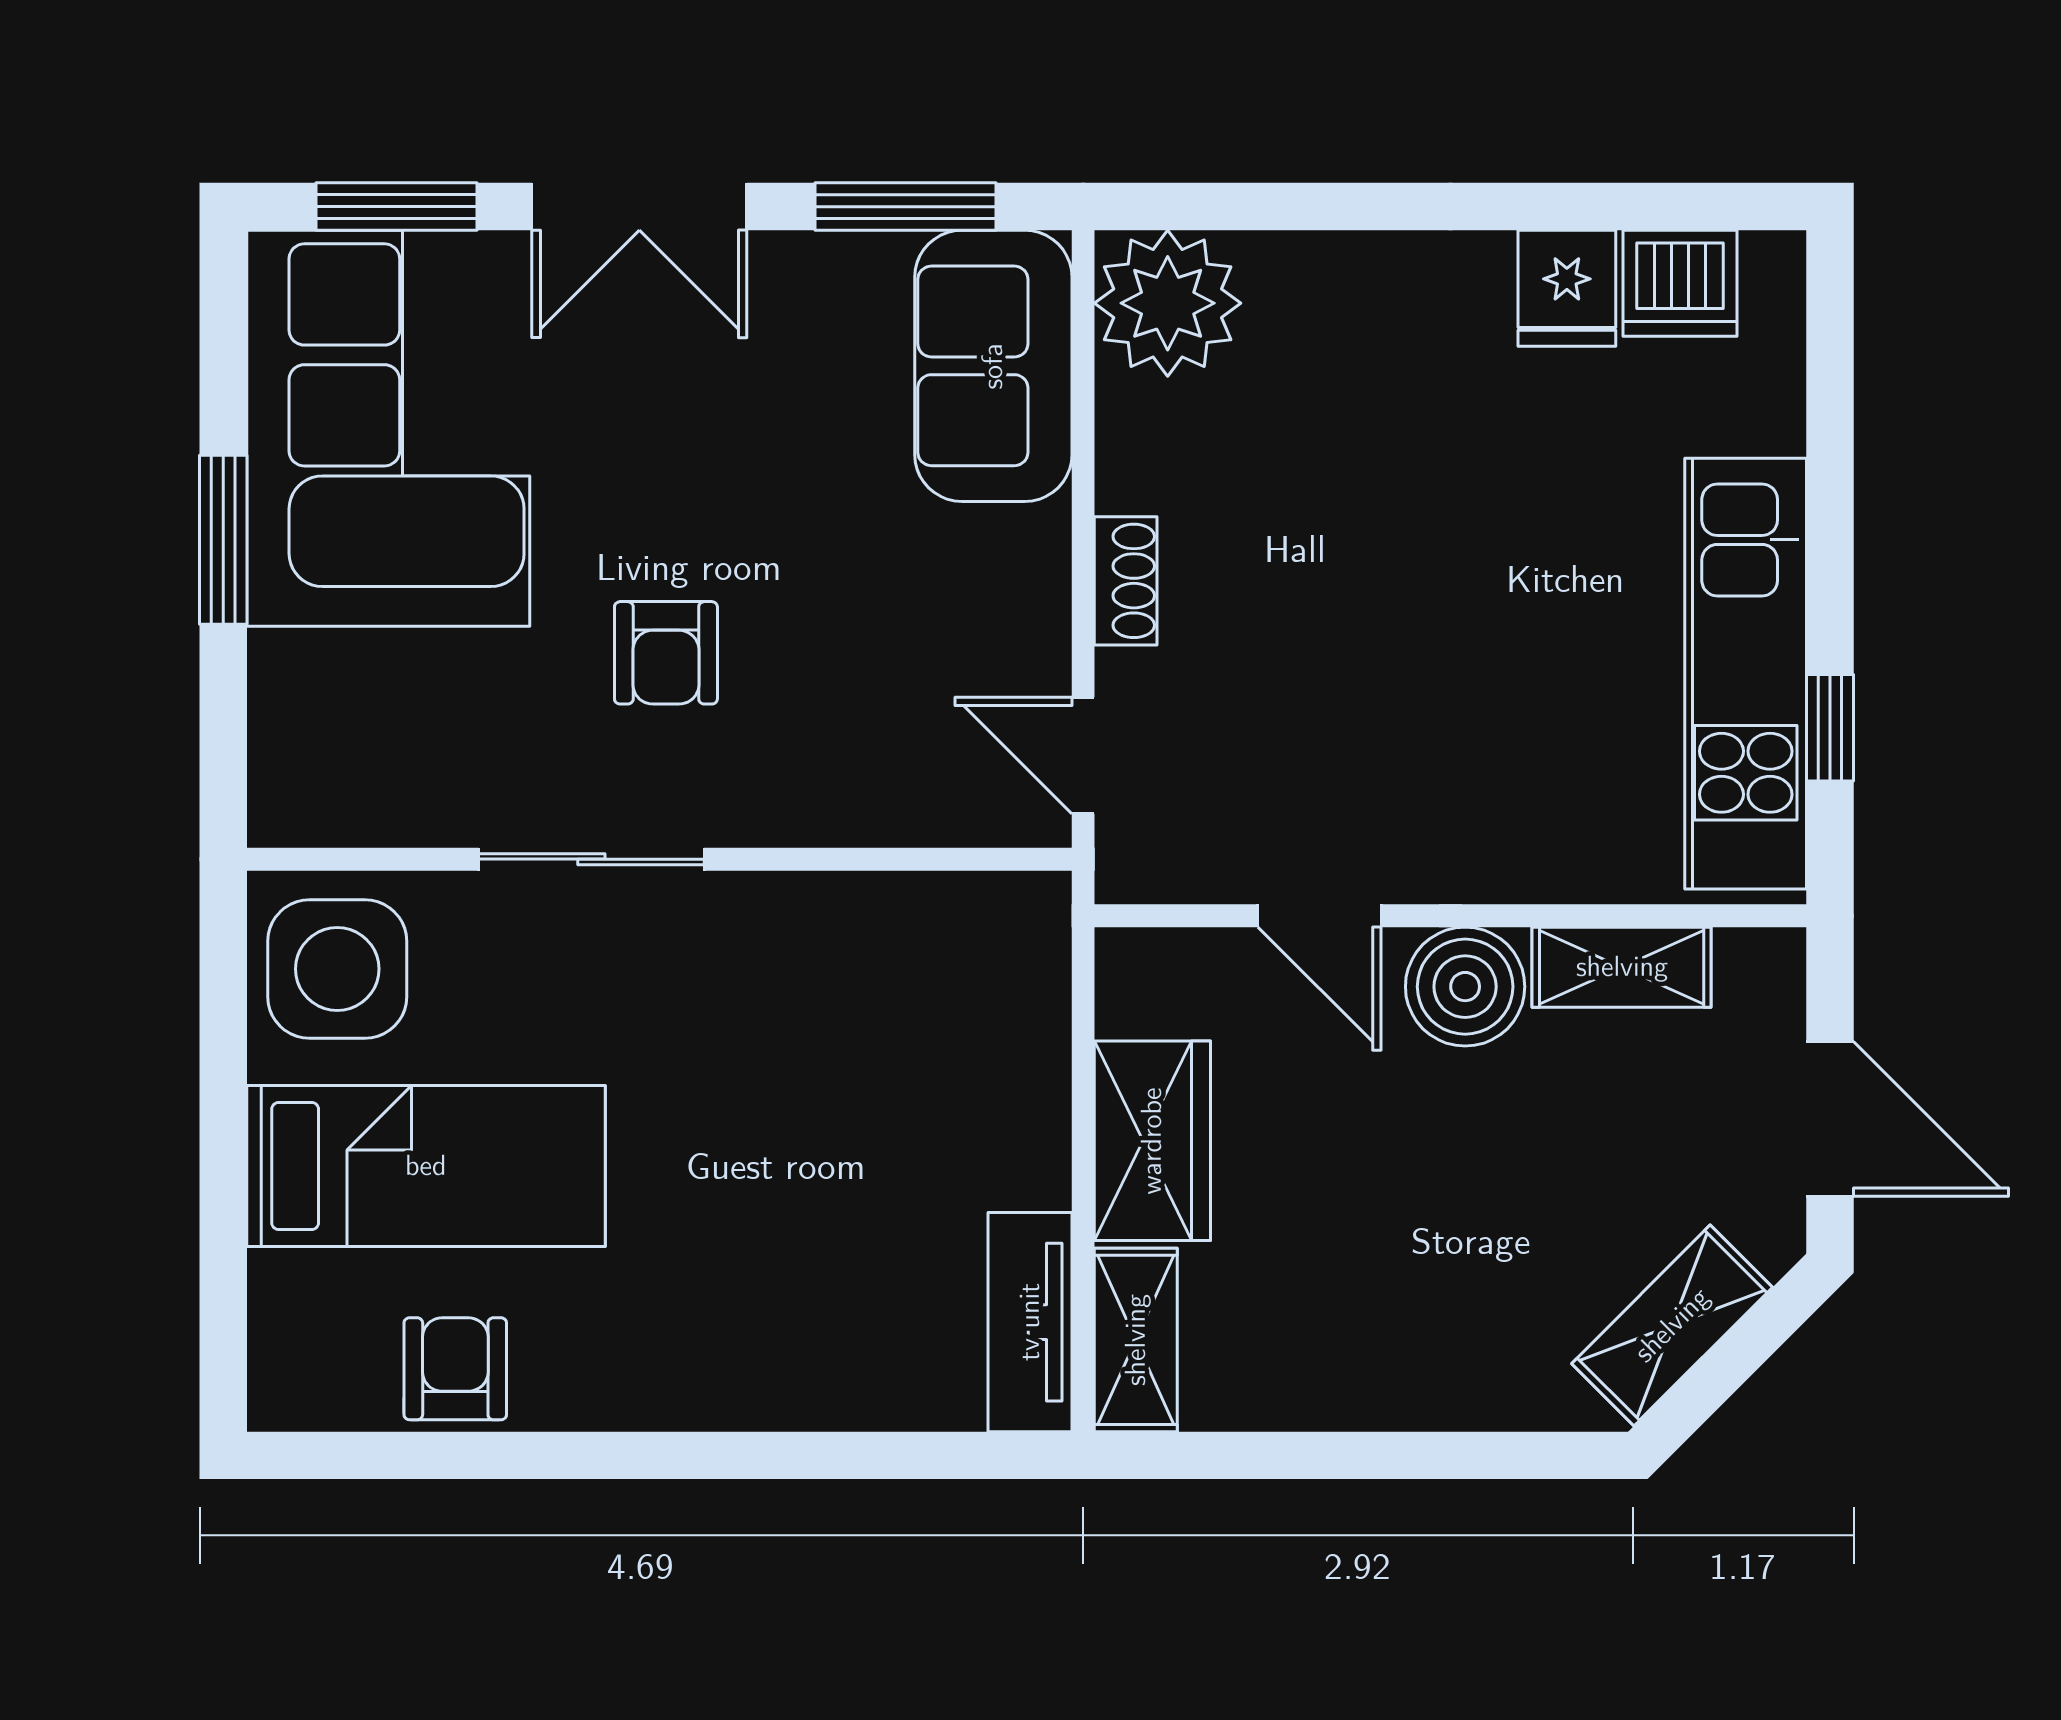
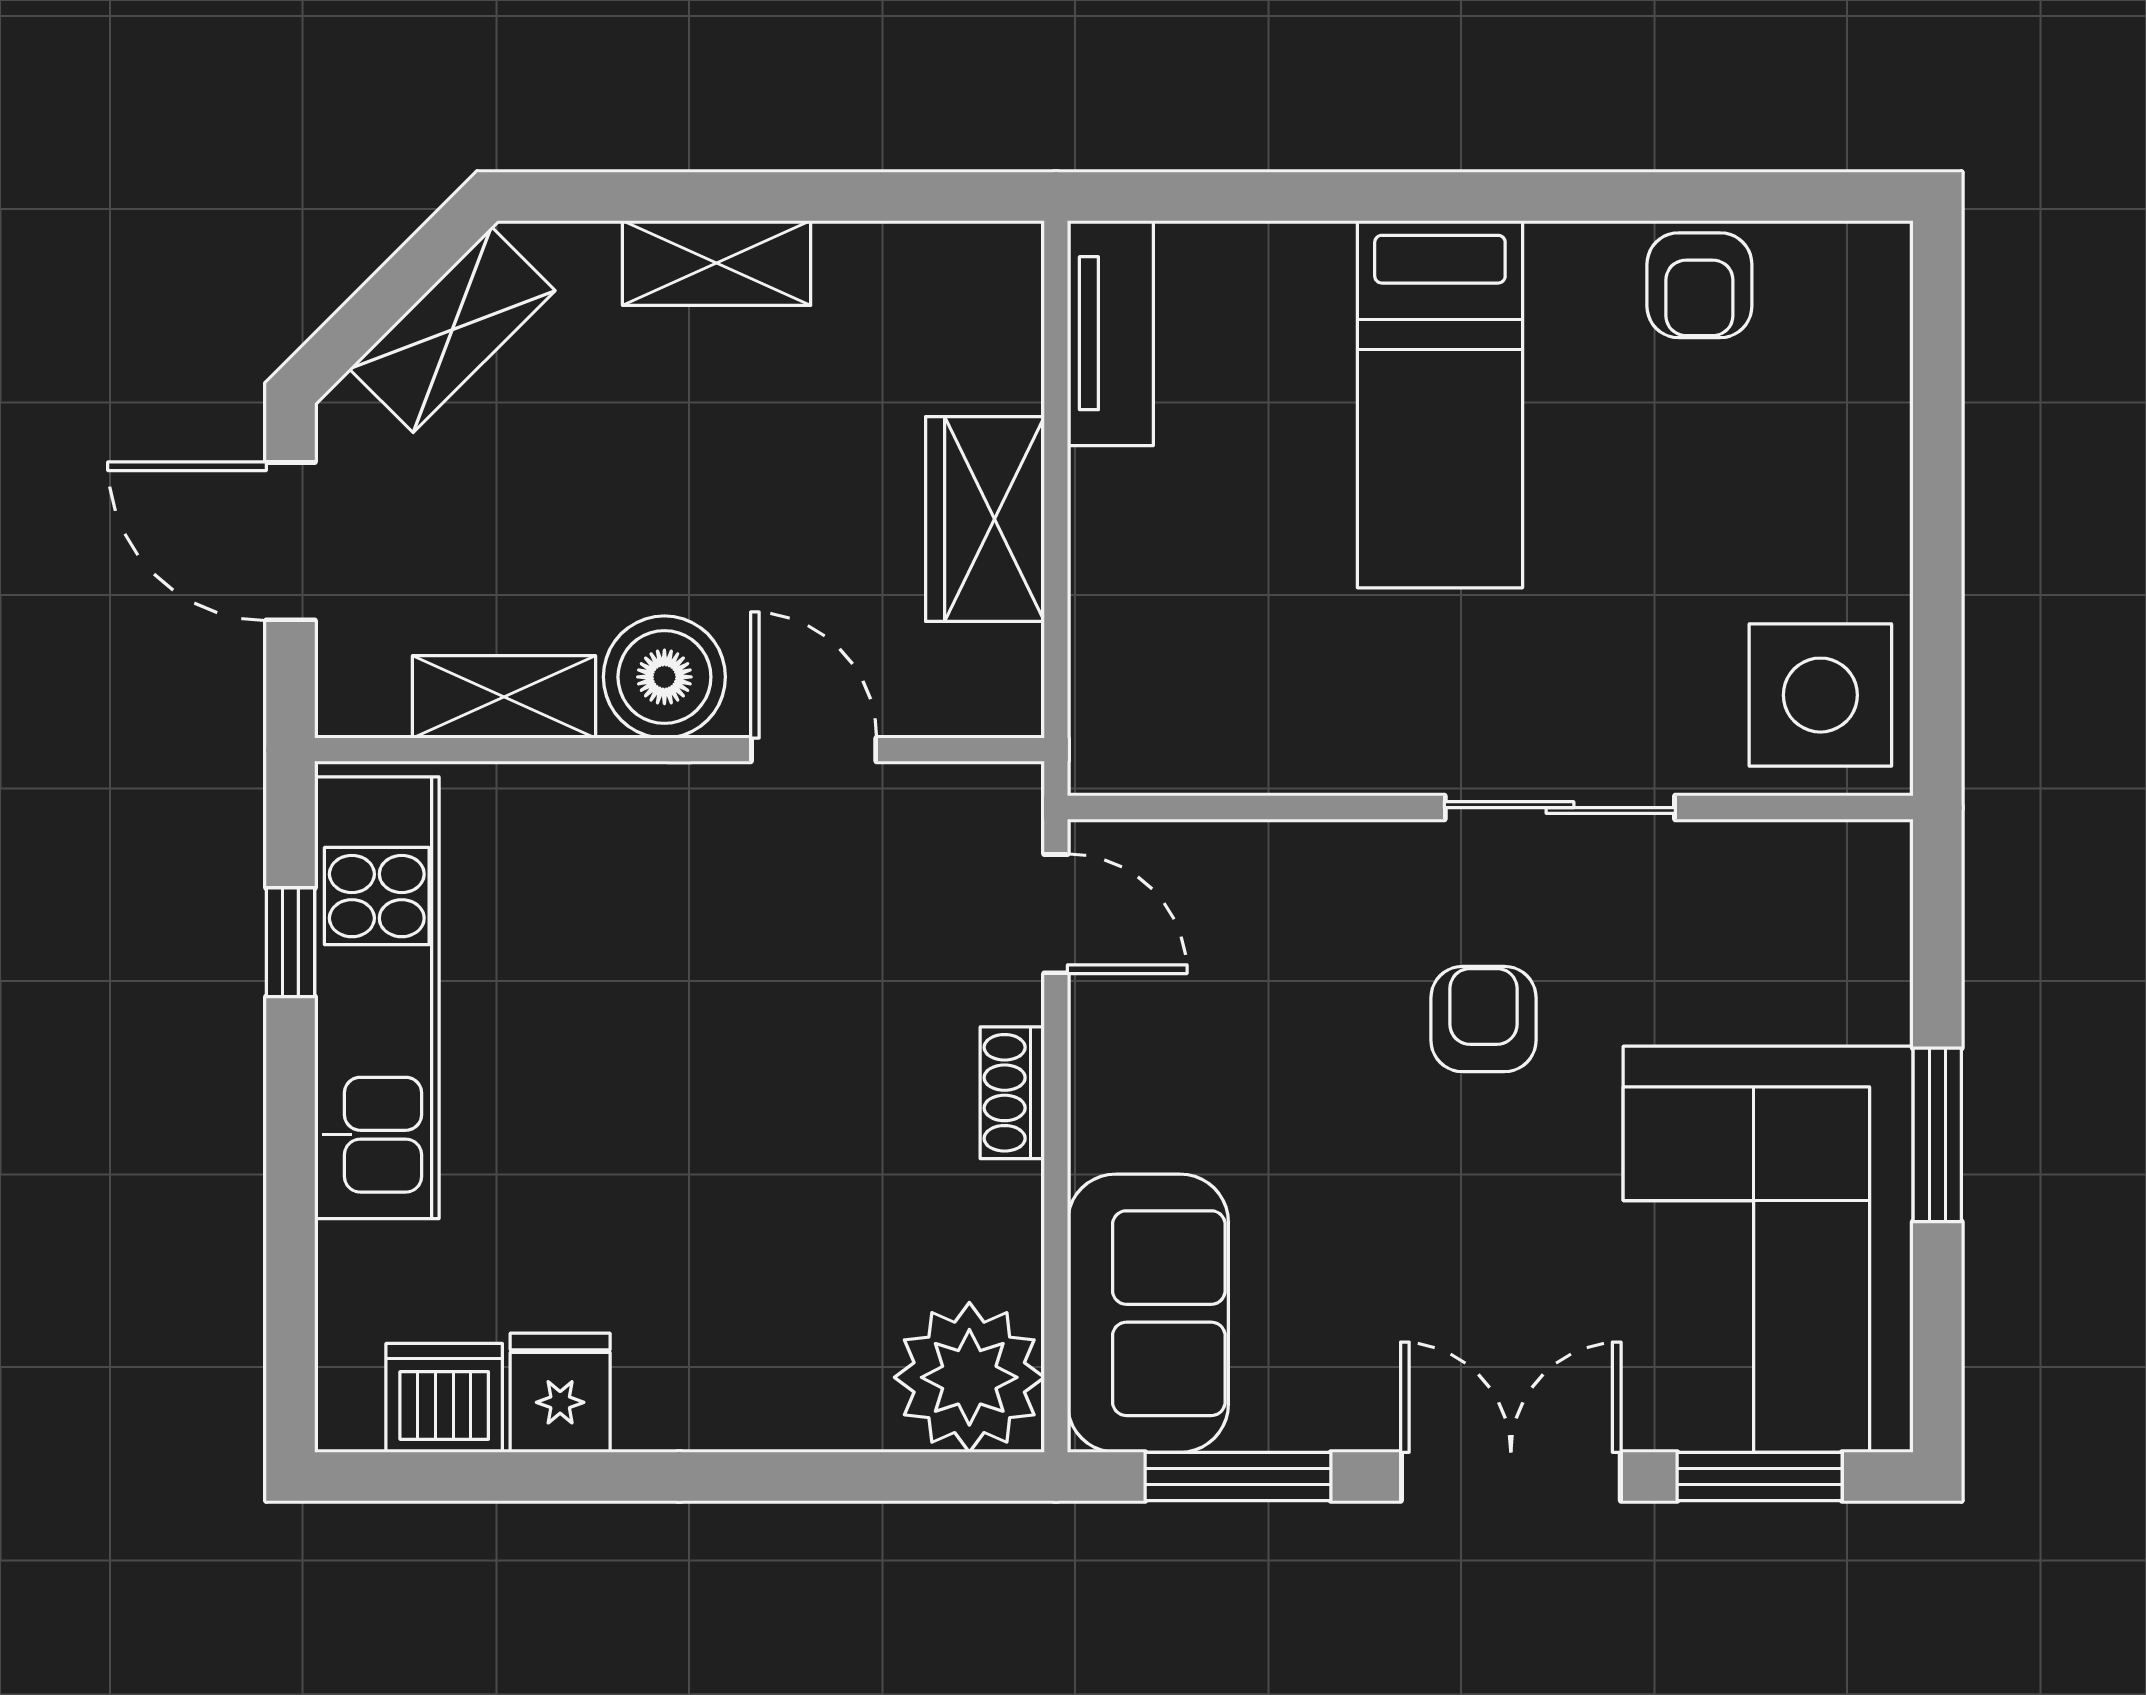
bed: (426, 1166) -> (1440, 404), moved, turned -90
shelving: (1136, 1340) -> (717, 263), moved, turned 90

